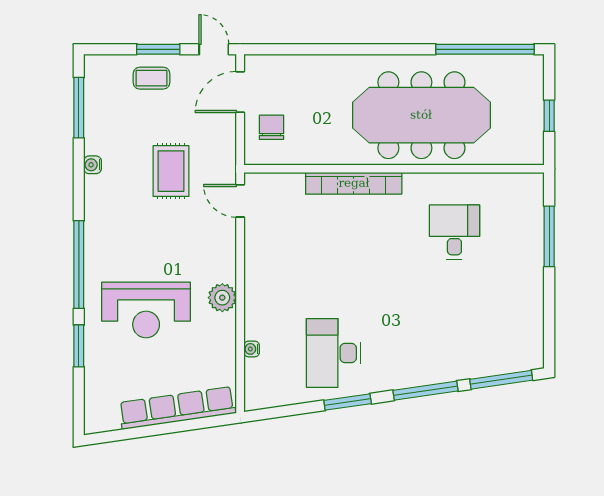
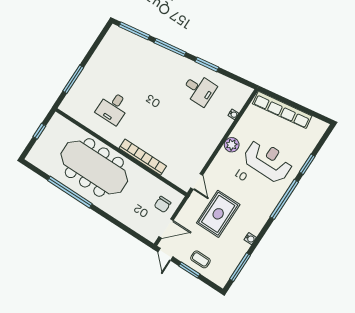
window: (485, 49) -> (70, 192), moved
rug: (171, 171) -> (218, 214), width x1.36, depth x1.43
desk: (334, 353) -> (199, 90), width x0.73

